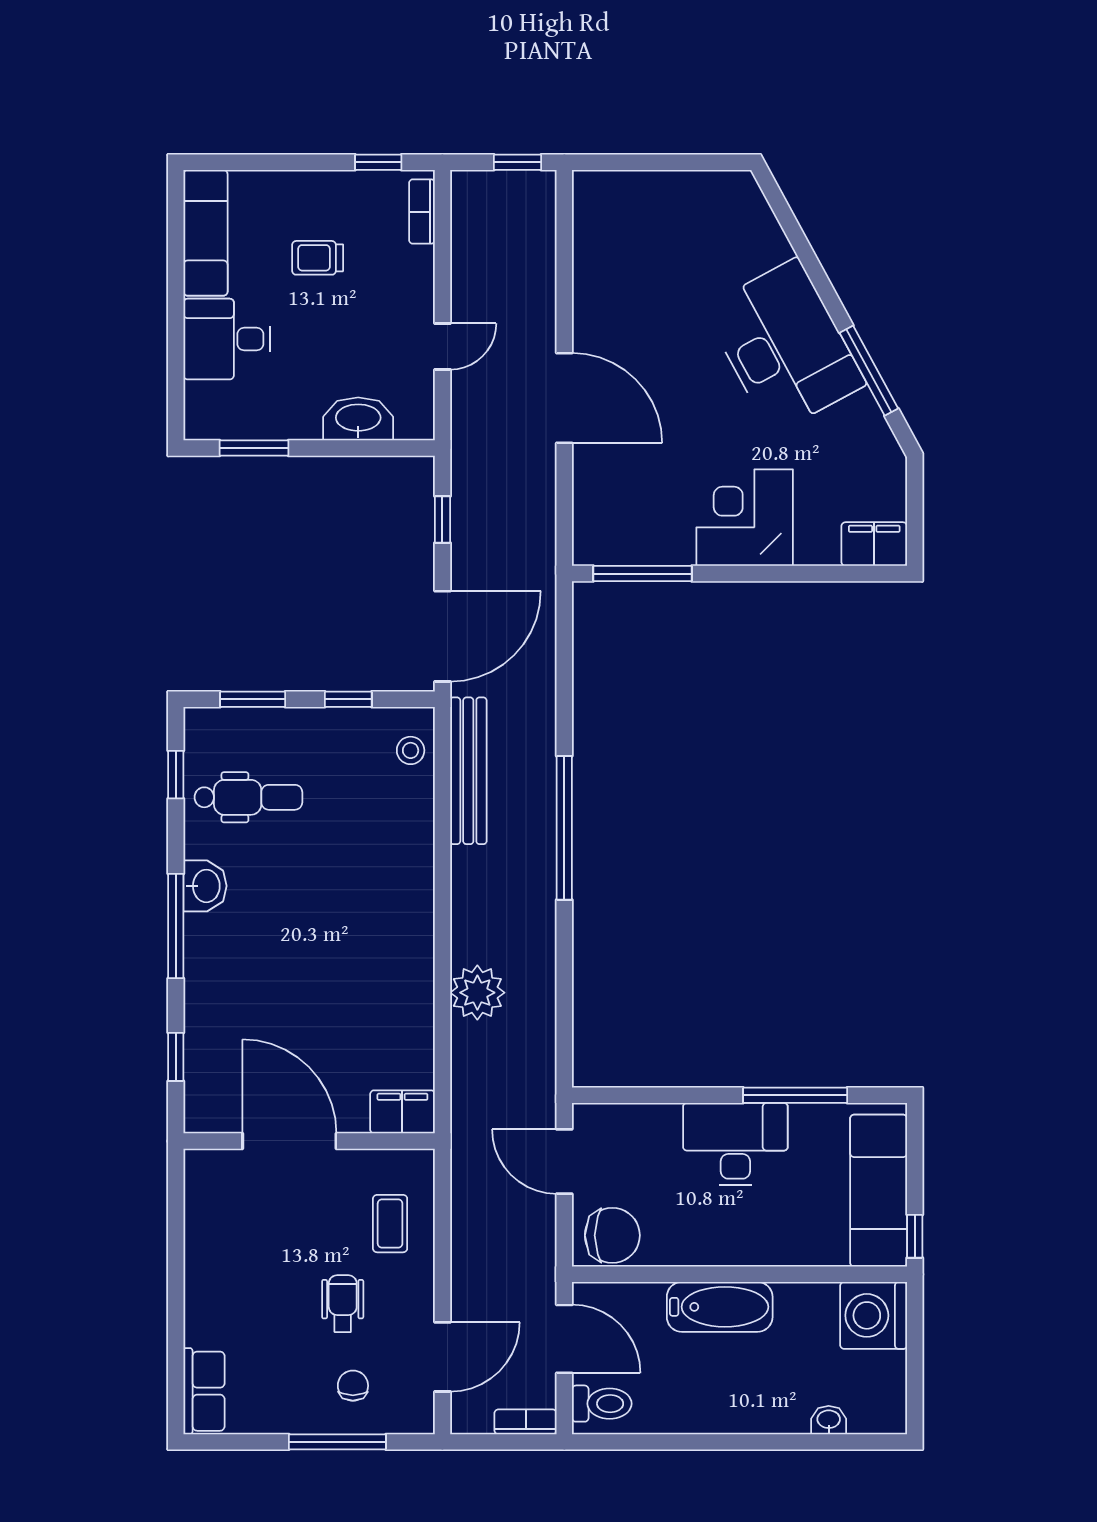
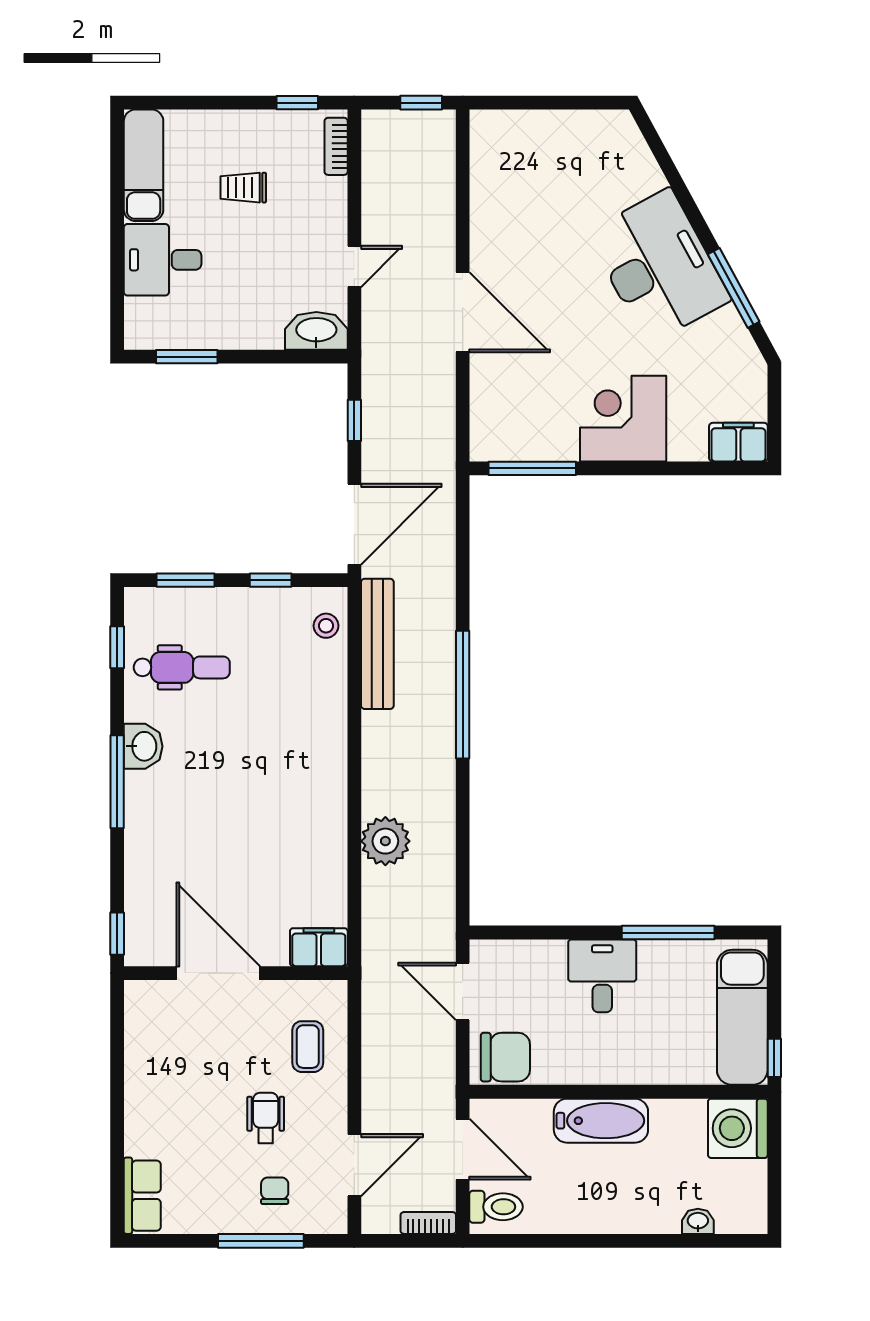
washbasin: (358, 419) -> (316, 331), moved
window: (176, 1057) -> (117, 934), moved
desk: (735, 1144) -> (602, 976), width x0.73

